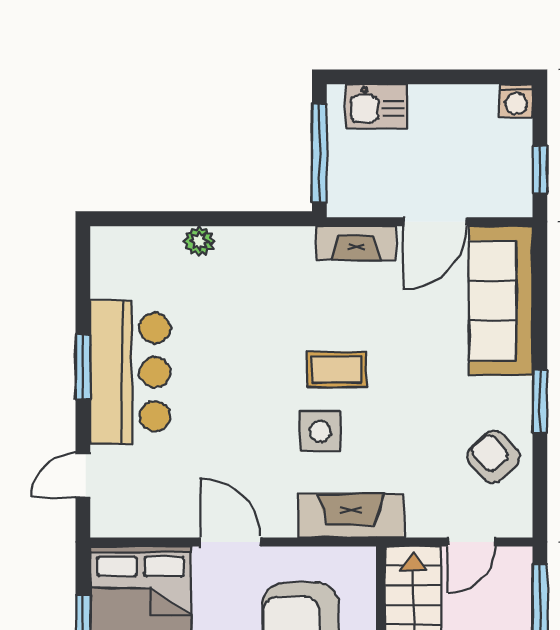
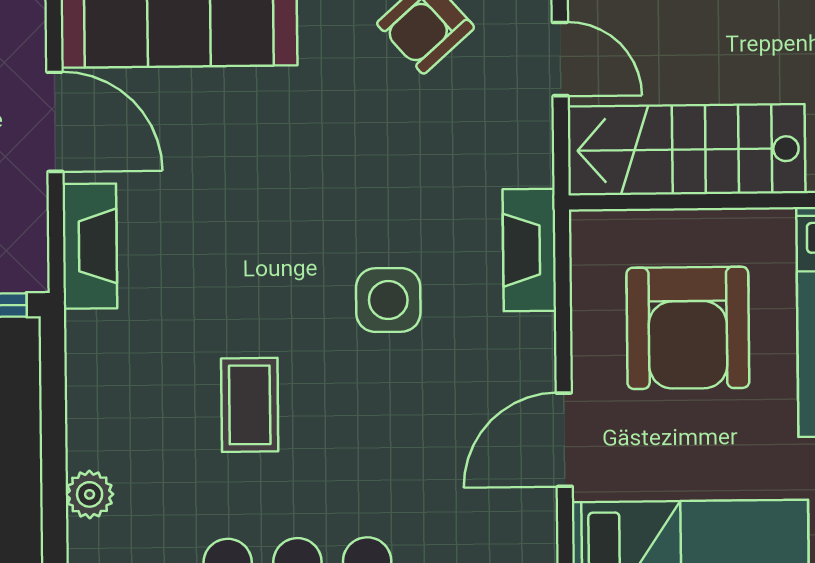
coffee table: (337, 370) -> (250, 405), moved
fireplace: (351, 516) -> (529, 250), width x0.73, depth x0.76

